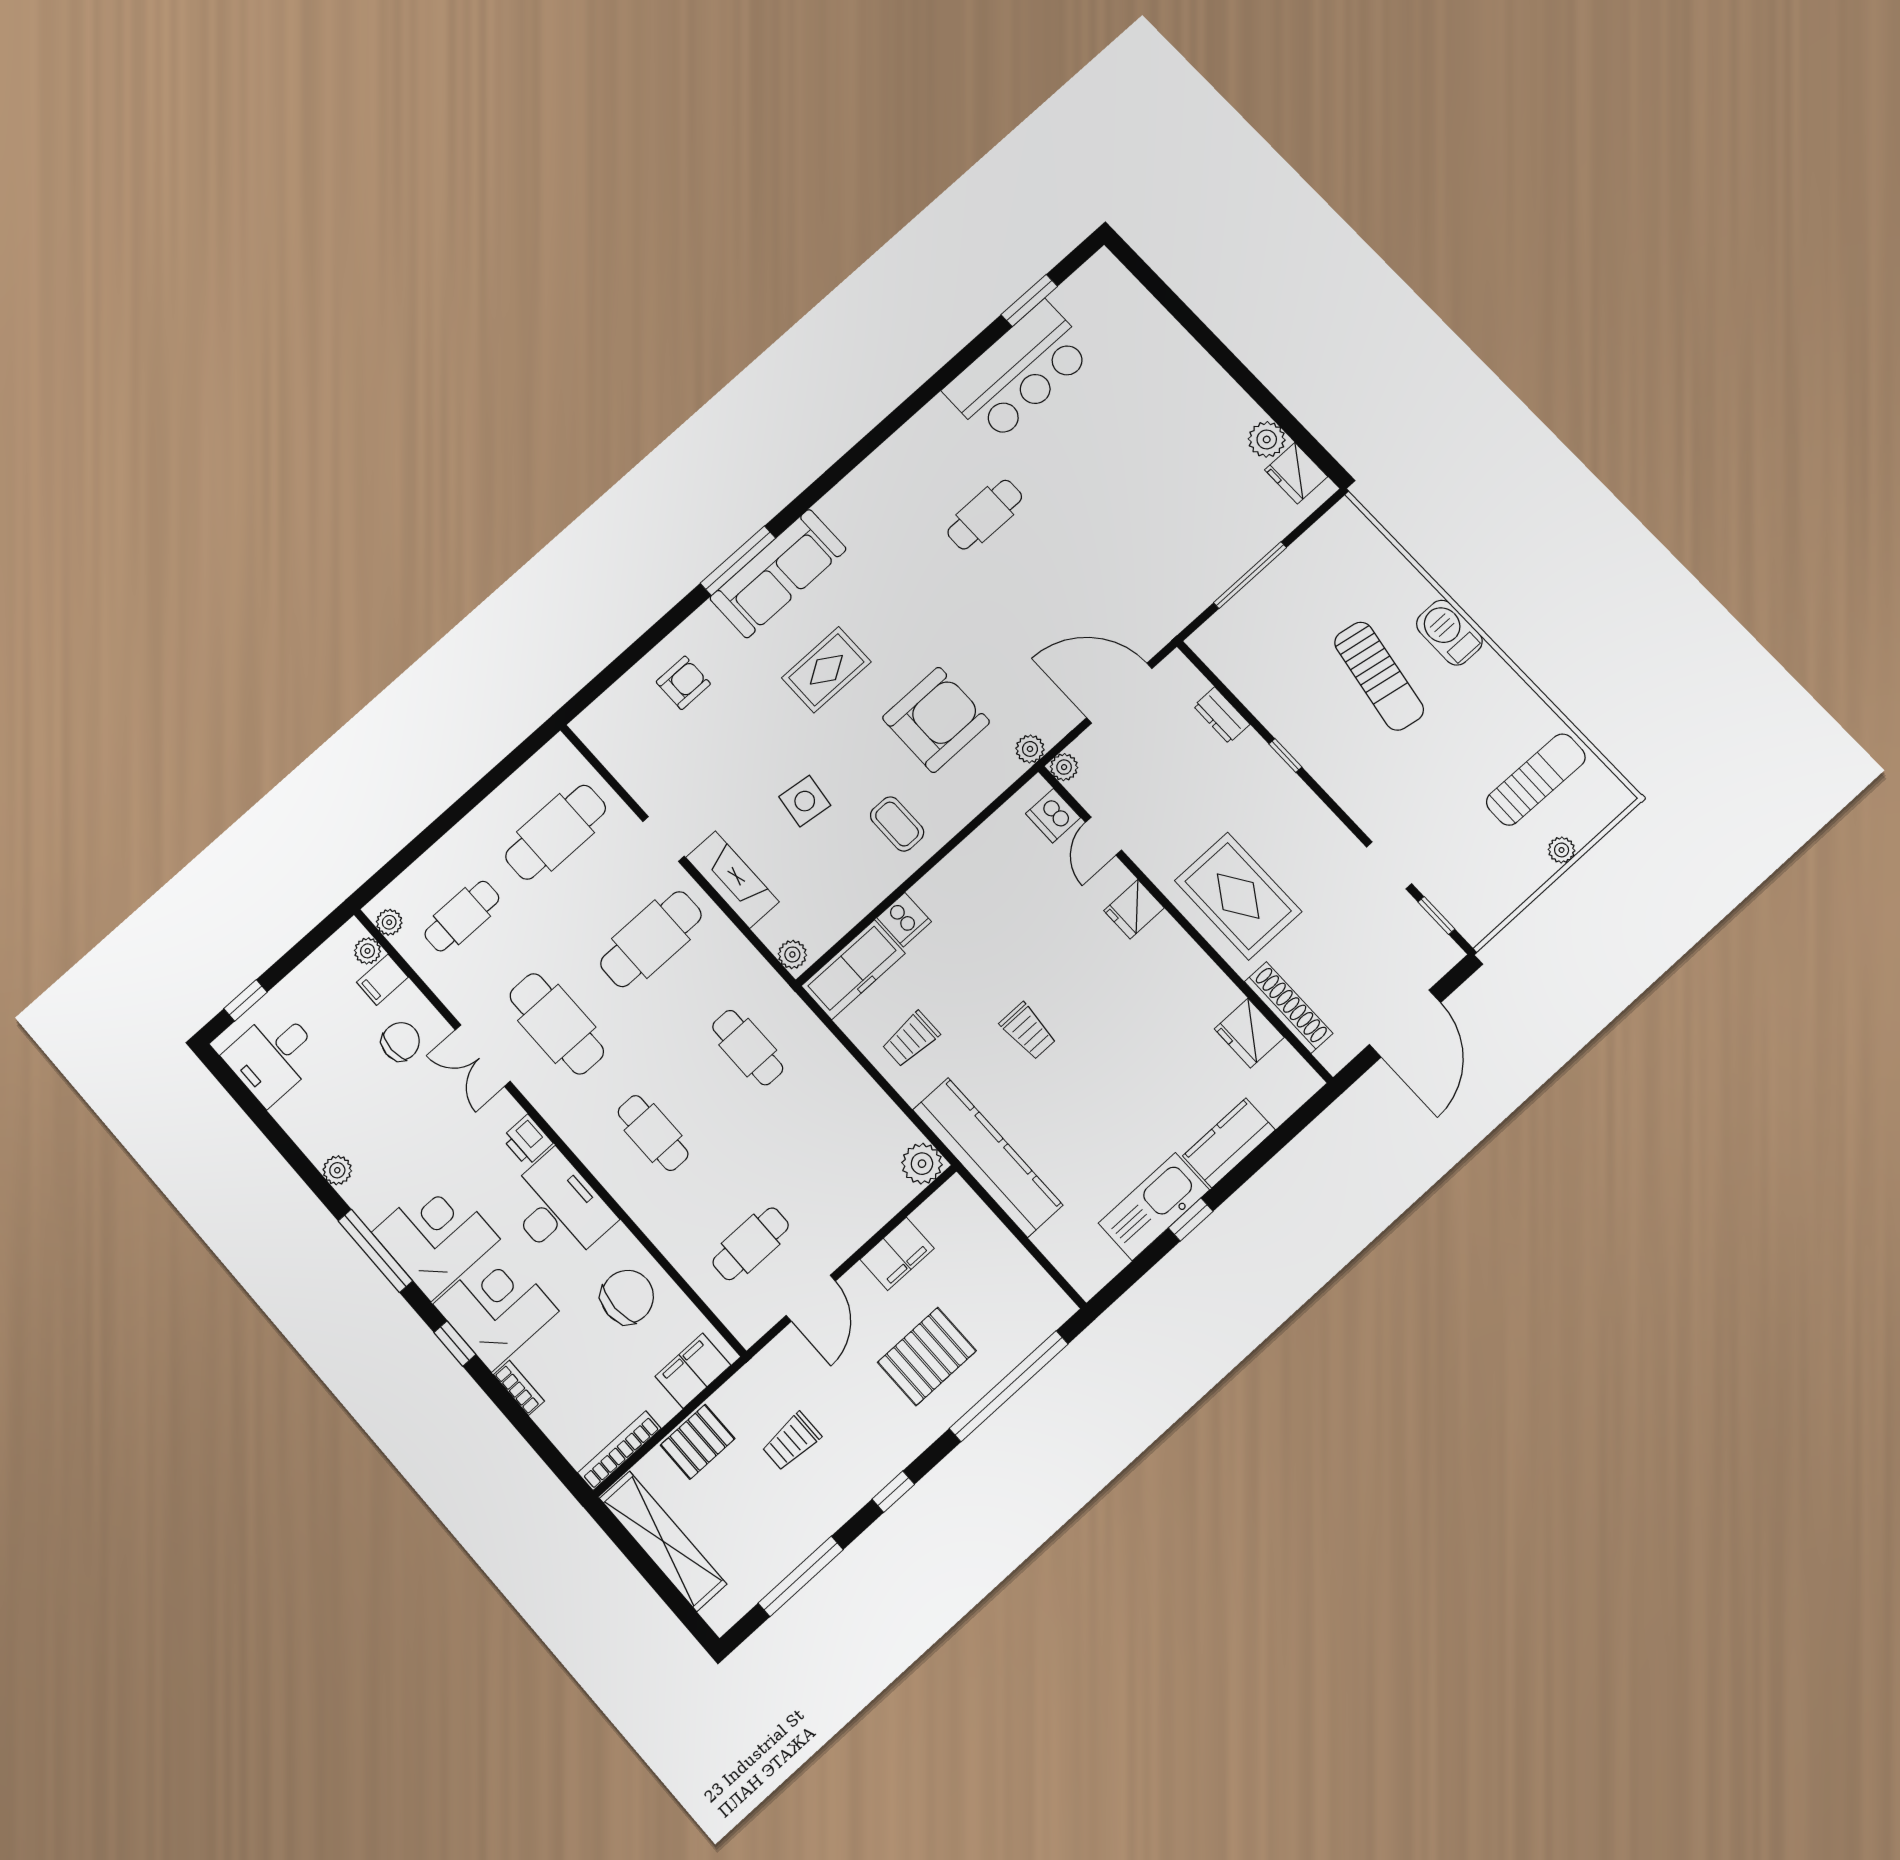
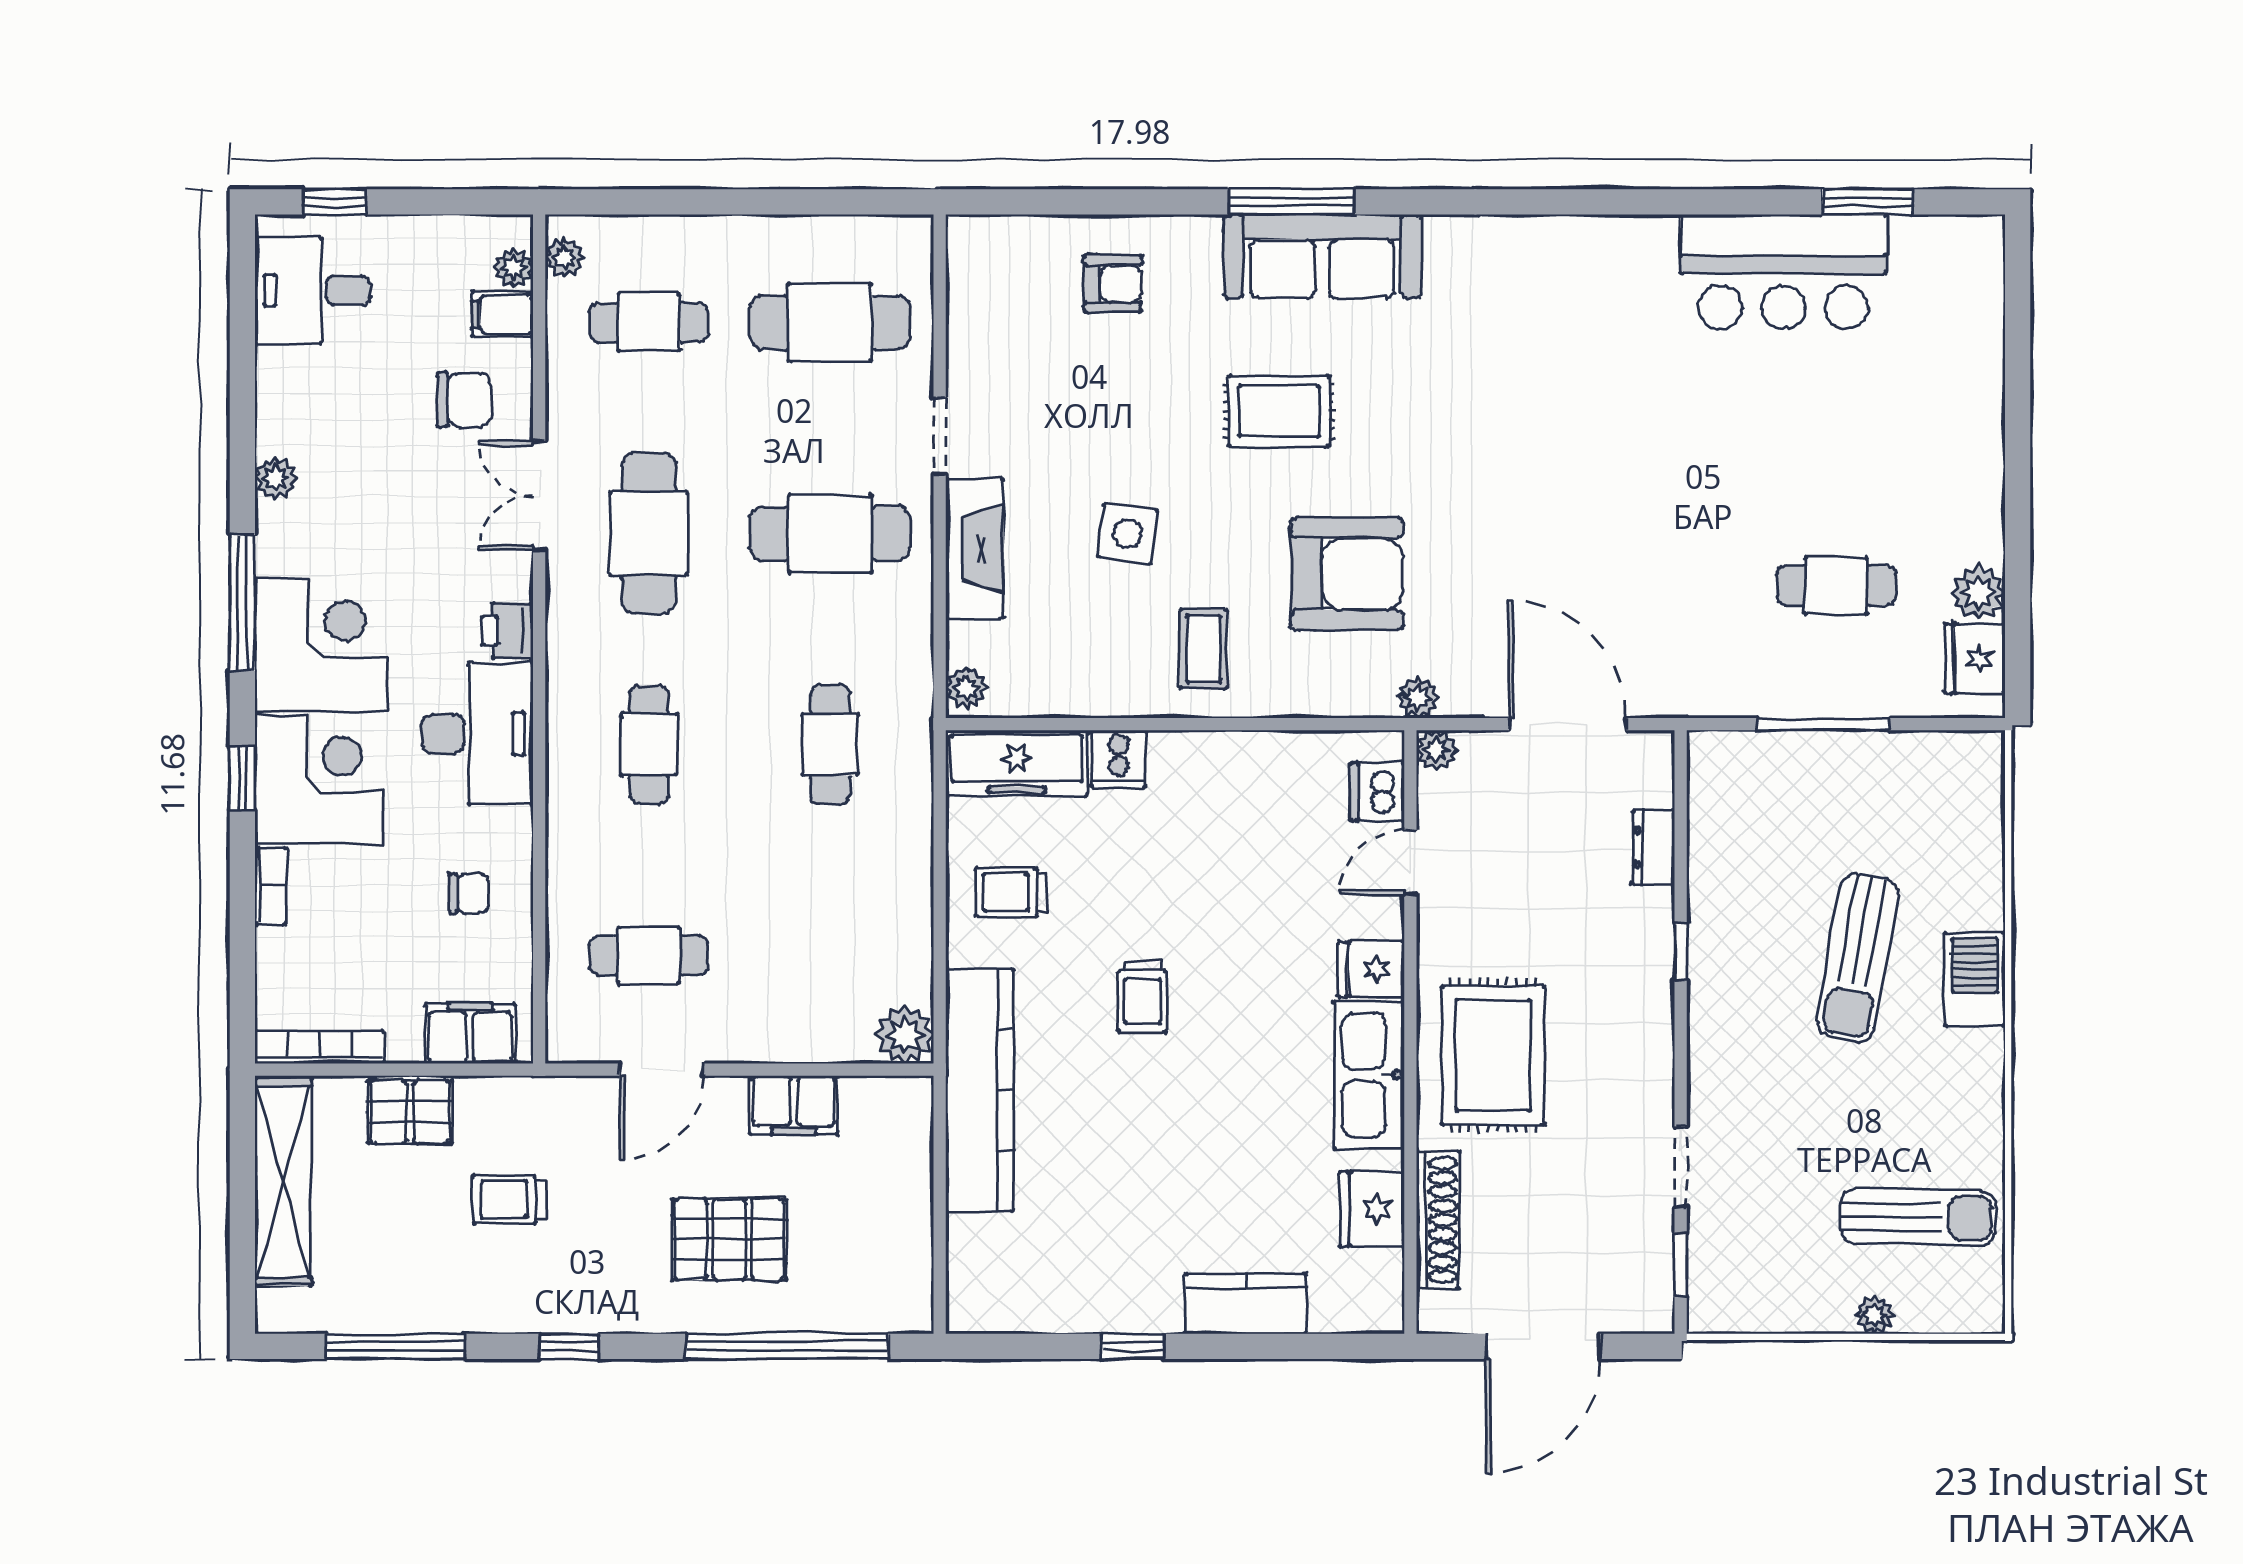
cafe table: (985, 515) -> (1836, 586), moved
kitchen sink: (1154, 1207) -> (1369, 1075), moved, turned -90
chair: (627, 1297) -> (469, 894), width x0.54, depth x0.54

